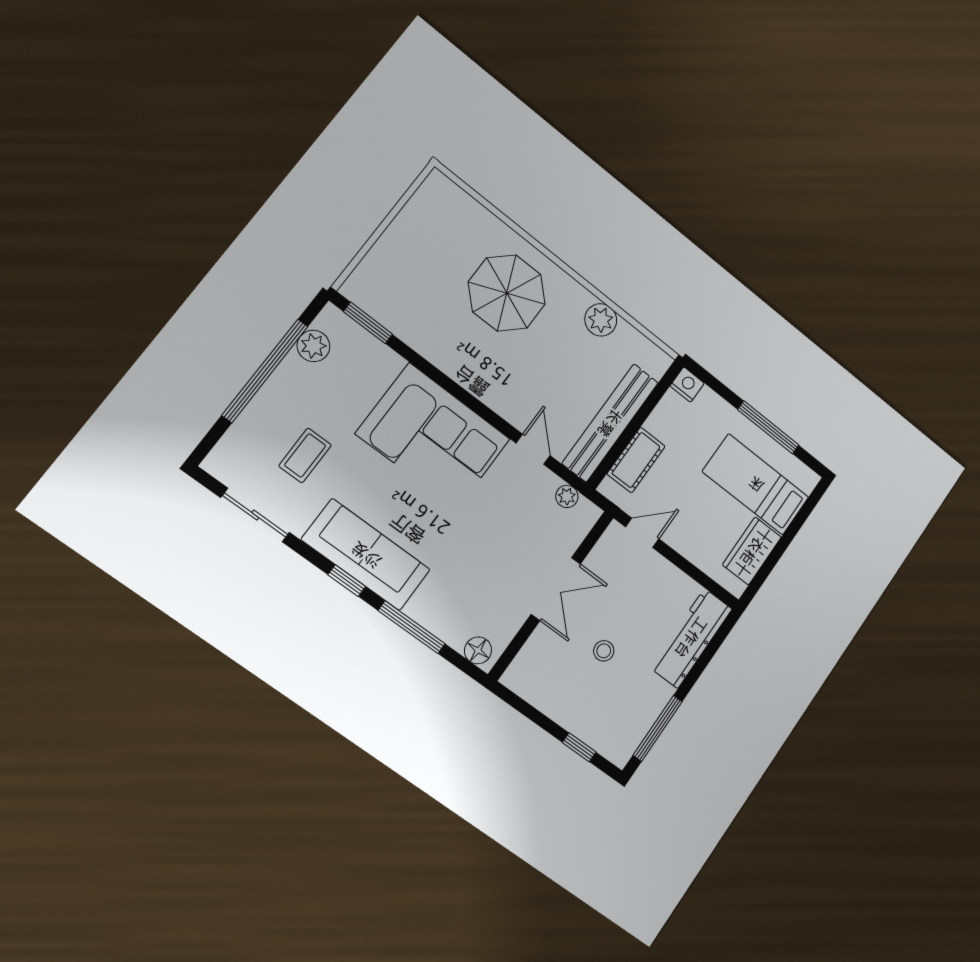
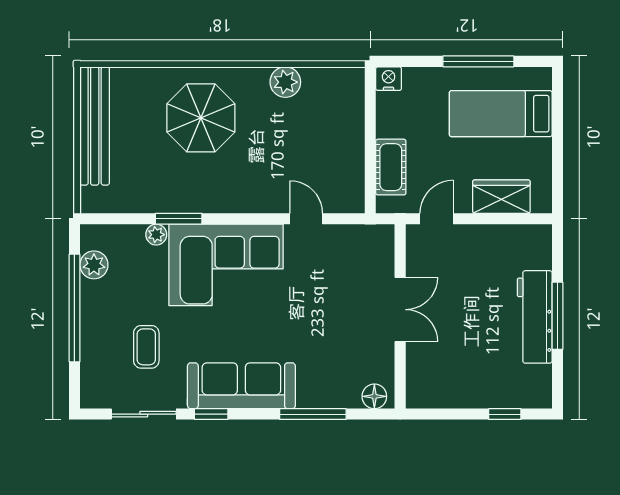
window: (368, 323) -> (179, 219), moved
bench: (610, 423) -> (95, 126), moved
plant: (567, 496) -> (156, 235), moved
wardrobe: (752, 551) -> (501, 197), moved, turned 90
window: (347, 581) -> (211, 414), moved
workbench: (691, 638) -> (535, 317), moved
stool: (604, 651) -> (471, 329), removed
window: (658, 728) -> (557, 316), moved

